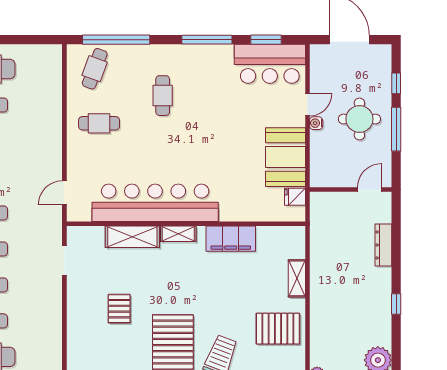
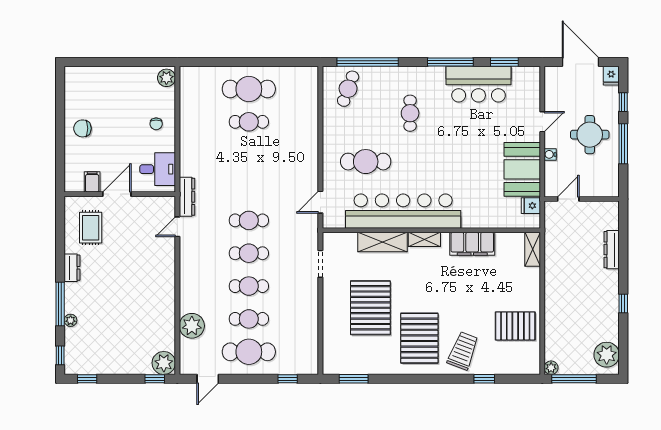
fridge: (383, 54) -> (611, 76), added
bar counter: (270, 64) -> (478, 84), moved
cafe table: (99, 123) -> (366, 162), moved, width x1.37, depth x1.35
water cooler: (316, 123) -> (550, 154), moved
door: (370, 190) -> (568, 199), moved
shelving: (297, 278) -> (533, 249), moved
pallet: (119, 309) -> (370, 308), width x2.05, depth x2.00

